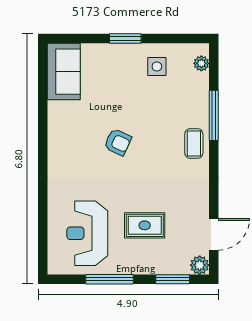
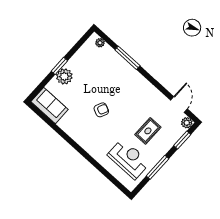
plant: (118, 57) -> (64, 76), added
side table: (157, 66) -> (84, 63), removed
coffee table: (194, 143) -> (132, 77), removed
reception desk: (87, 233) -> (129, 159), turned 180

